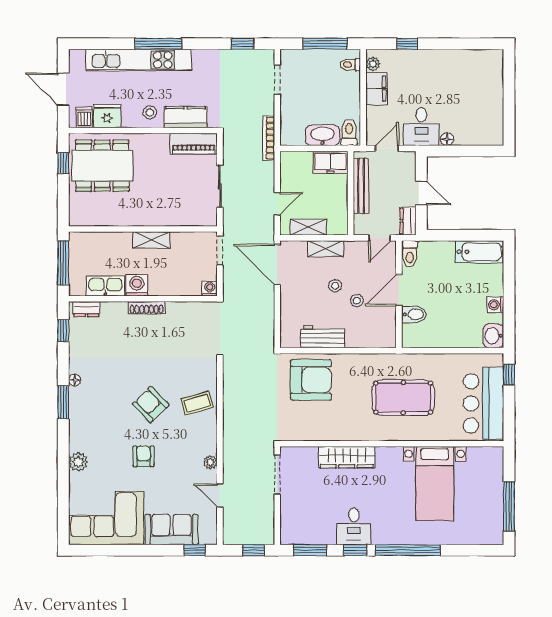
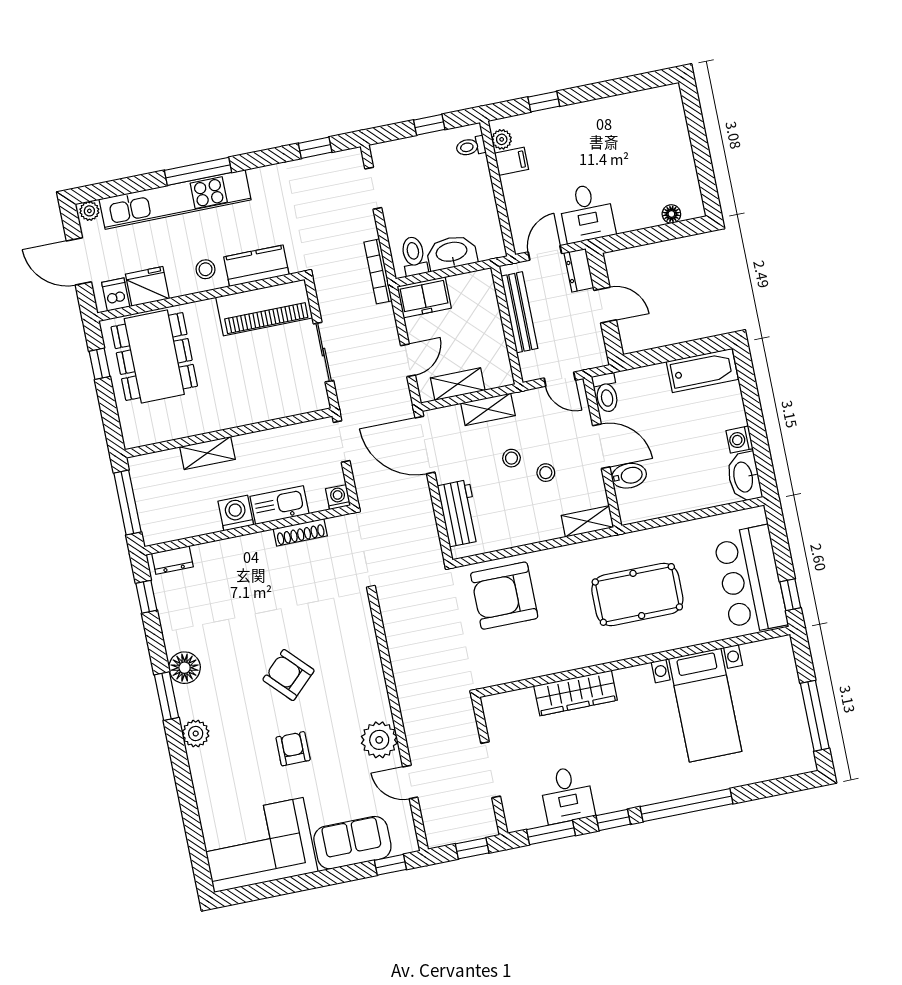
window: (325, 44) -> (429, 125), width x0.46
plant: (78, 56) -> (89, 211), added
filing cabinet: (377, 88) -> (511, 161), width x0.50
toilet: (349, 132) -> (414, 256), moved
floor lamp: (447, 139) -> (671, 214), moved
piano: (194, 144) -> (264, 308), width x1.37, depth x1.33
freezer: (331, 162) -> (424, 297), moved
dining table: (102, 166) -> (154, 356), turned 90
dresser: (408, 221) -> (579, 270), moved
door: (380, 238) -> (560, 379), hinge flipped
shelving: (151, 240) -> (207, 453), moved
kitchen sink: (105, 286) -> (280, 505), moved
door: (399, 290) -> (601, 446), swing flipped
shoe rack: (147, 308) -> (300, 532), moved
washbasin: (493, 336) -> (744, 477), width x1.38
workbench: (322, 337) -> (459, 513), moved, turned 90
shelving: (379, 340) -> (587, 521), added
window: (509, 375) -> (790, 595), moved
floor lamp: (75, 380) -> (185, 668), width x1.89, depth x1.89
armchair: (311, 380) -> (504, 596), turned 180
coffee table: (197, 403) -> (353, 660), removed
plant: (78, 462) -> (196, 733), moved
plant: (210, 462) -> (379, 740), width x1.88, depth x1.88
doorway: (277, 474) -> (491, 770), moved
desk: (354, 526) -> (567, 795), moved

